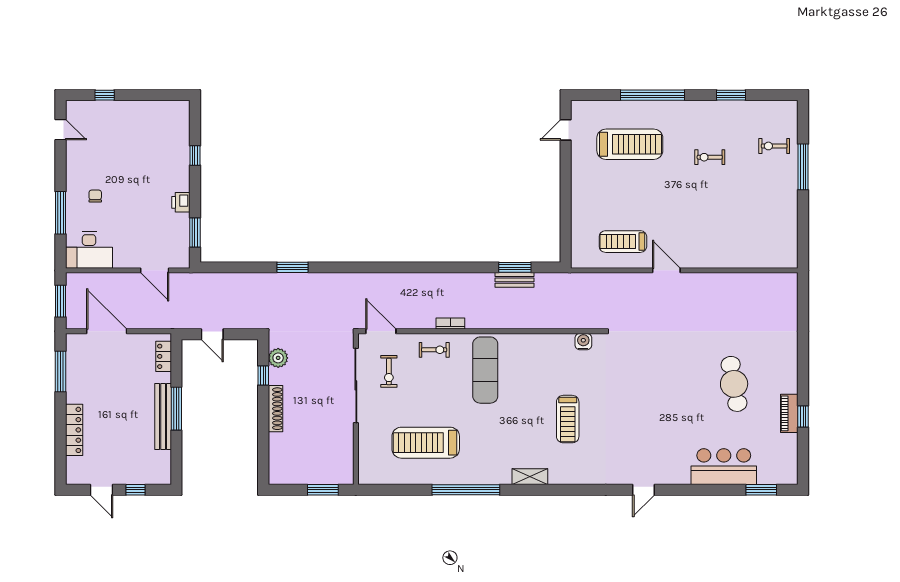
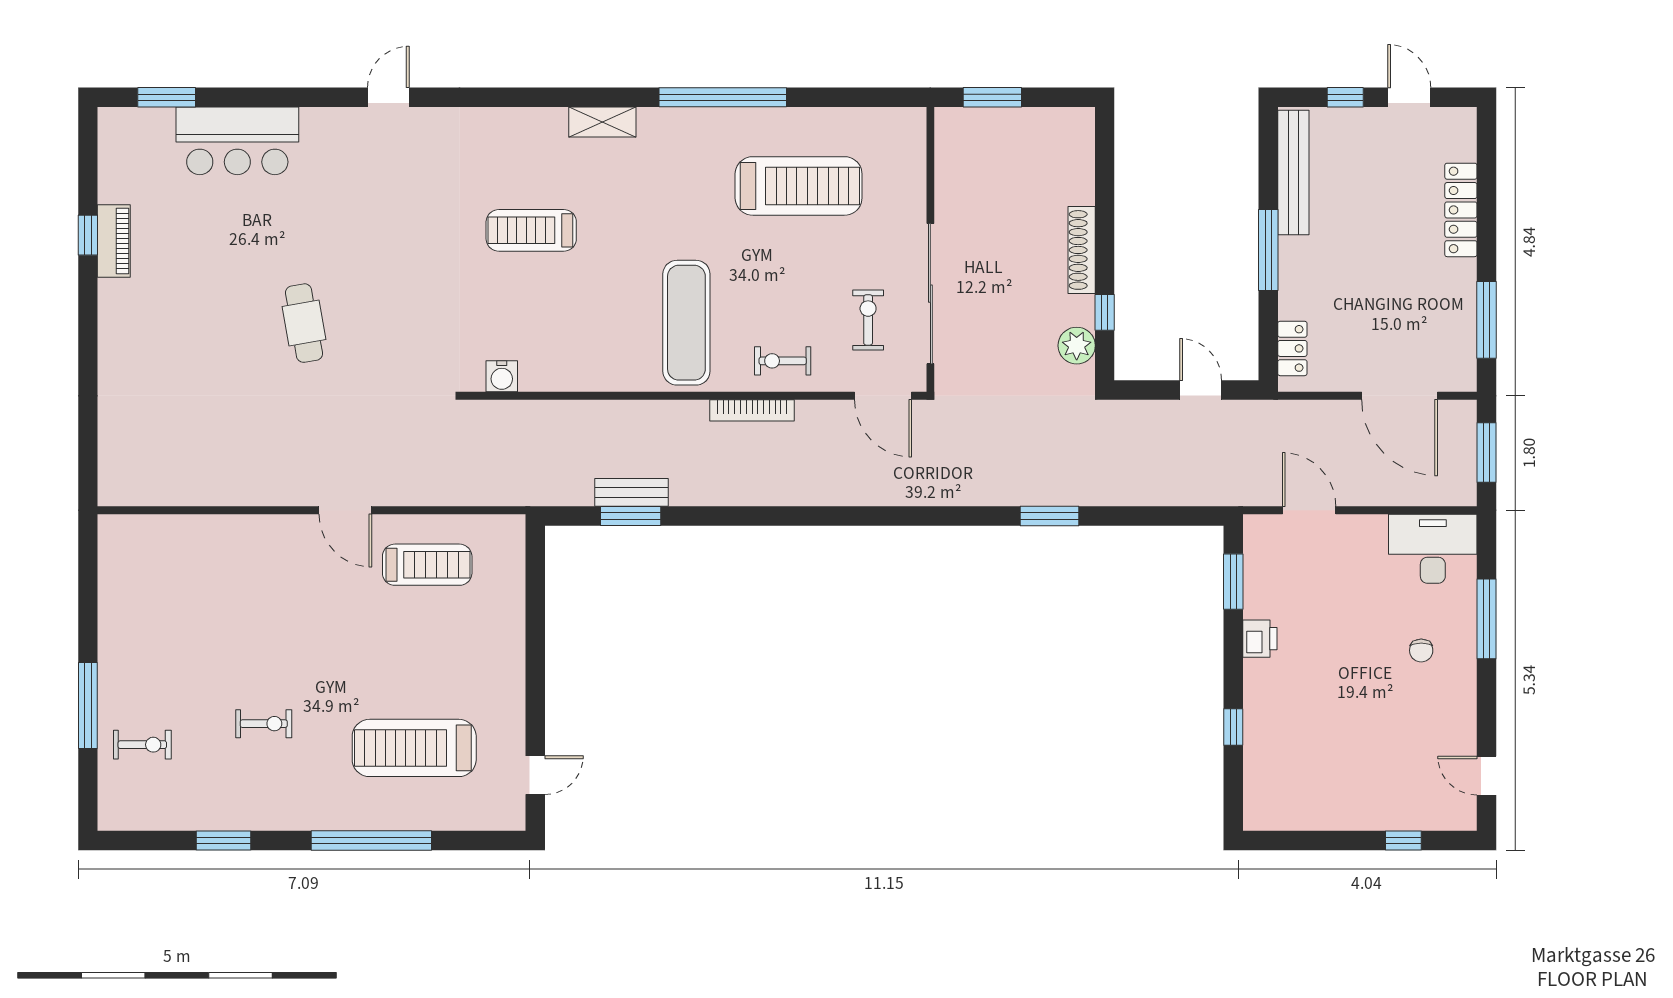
bookcase: (450, 324) -> (752, 410), width x1.56
cafe table: (734, 384) -> (304, 323), moved, width x0.73, depth x0.74
bench: (163, 416) -> (1293, 173), moved
treadmill: (568, 419) -> (531, 230), turned -90

